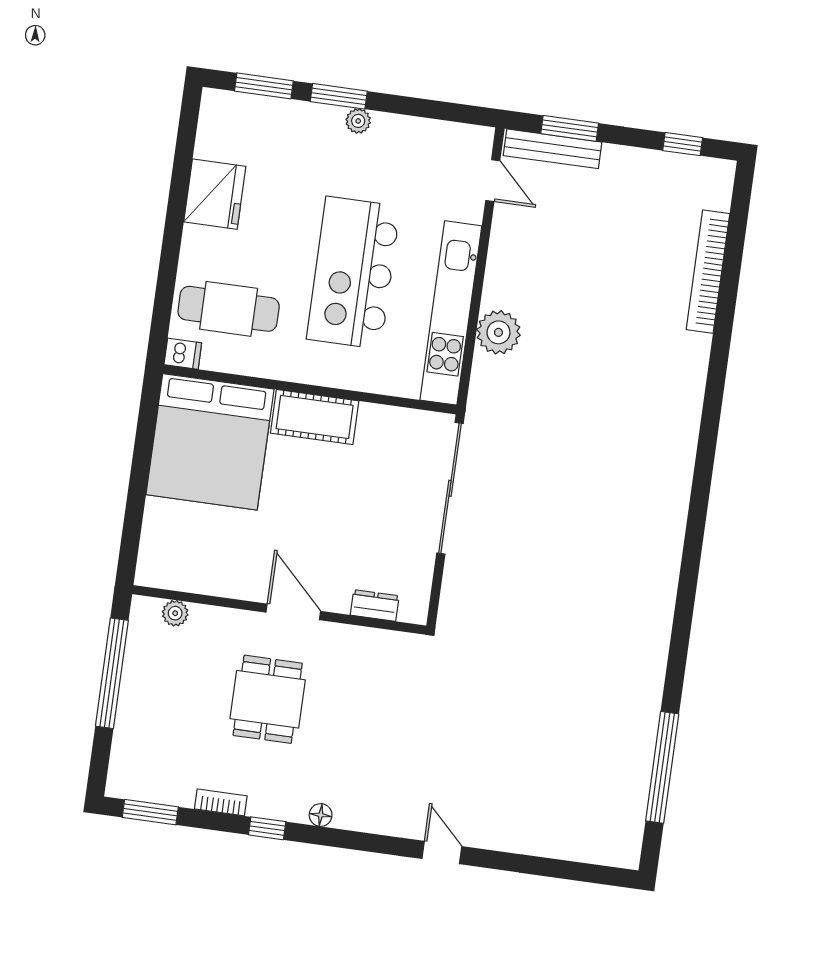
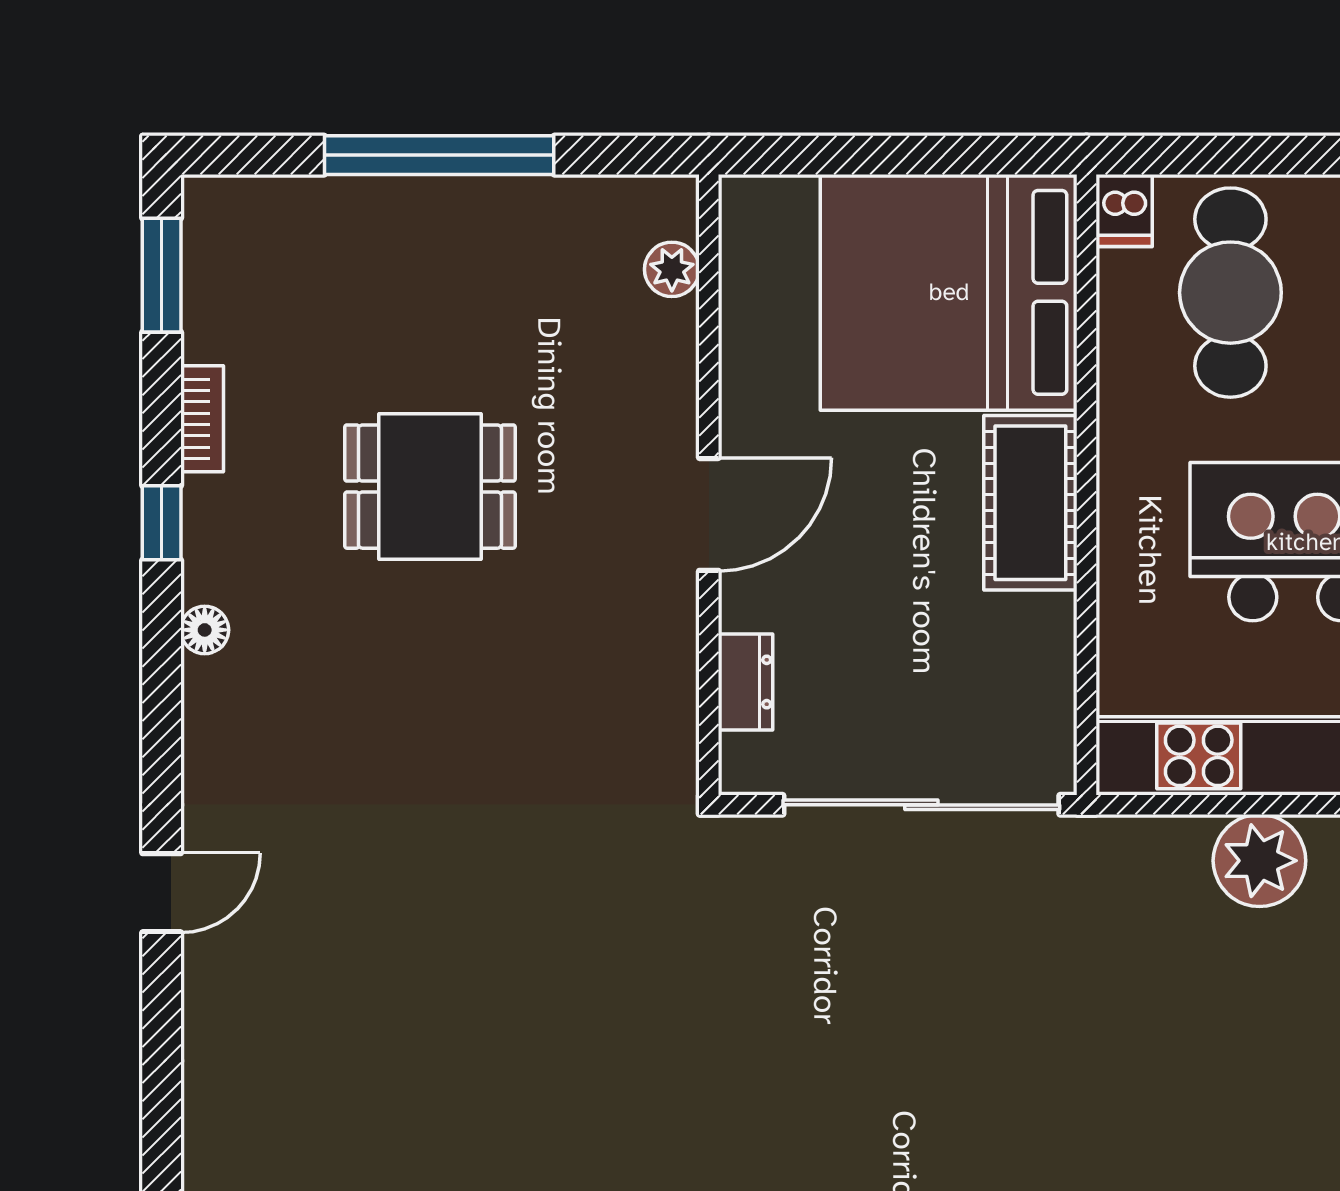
dresser: (375, 605) -> (746, 682), moved
wall: (279, 610) -> (709, 485), moved
door: (293, 612) -> (709, 514), moved
plant: (175, 613) -> (672, 269), moved

